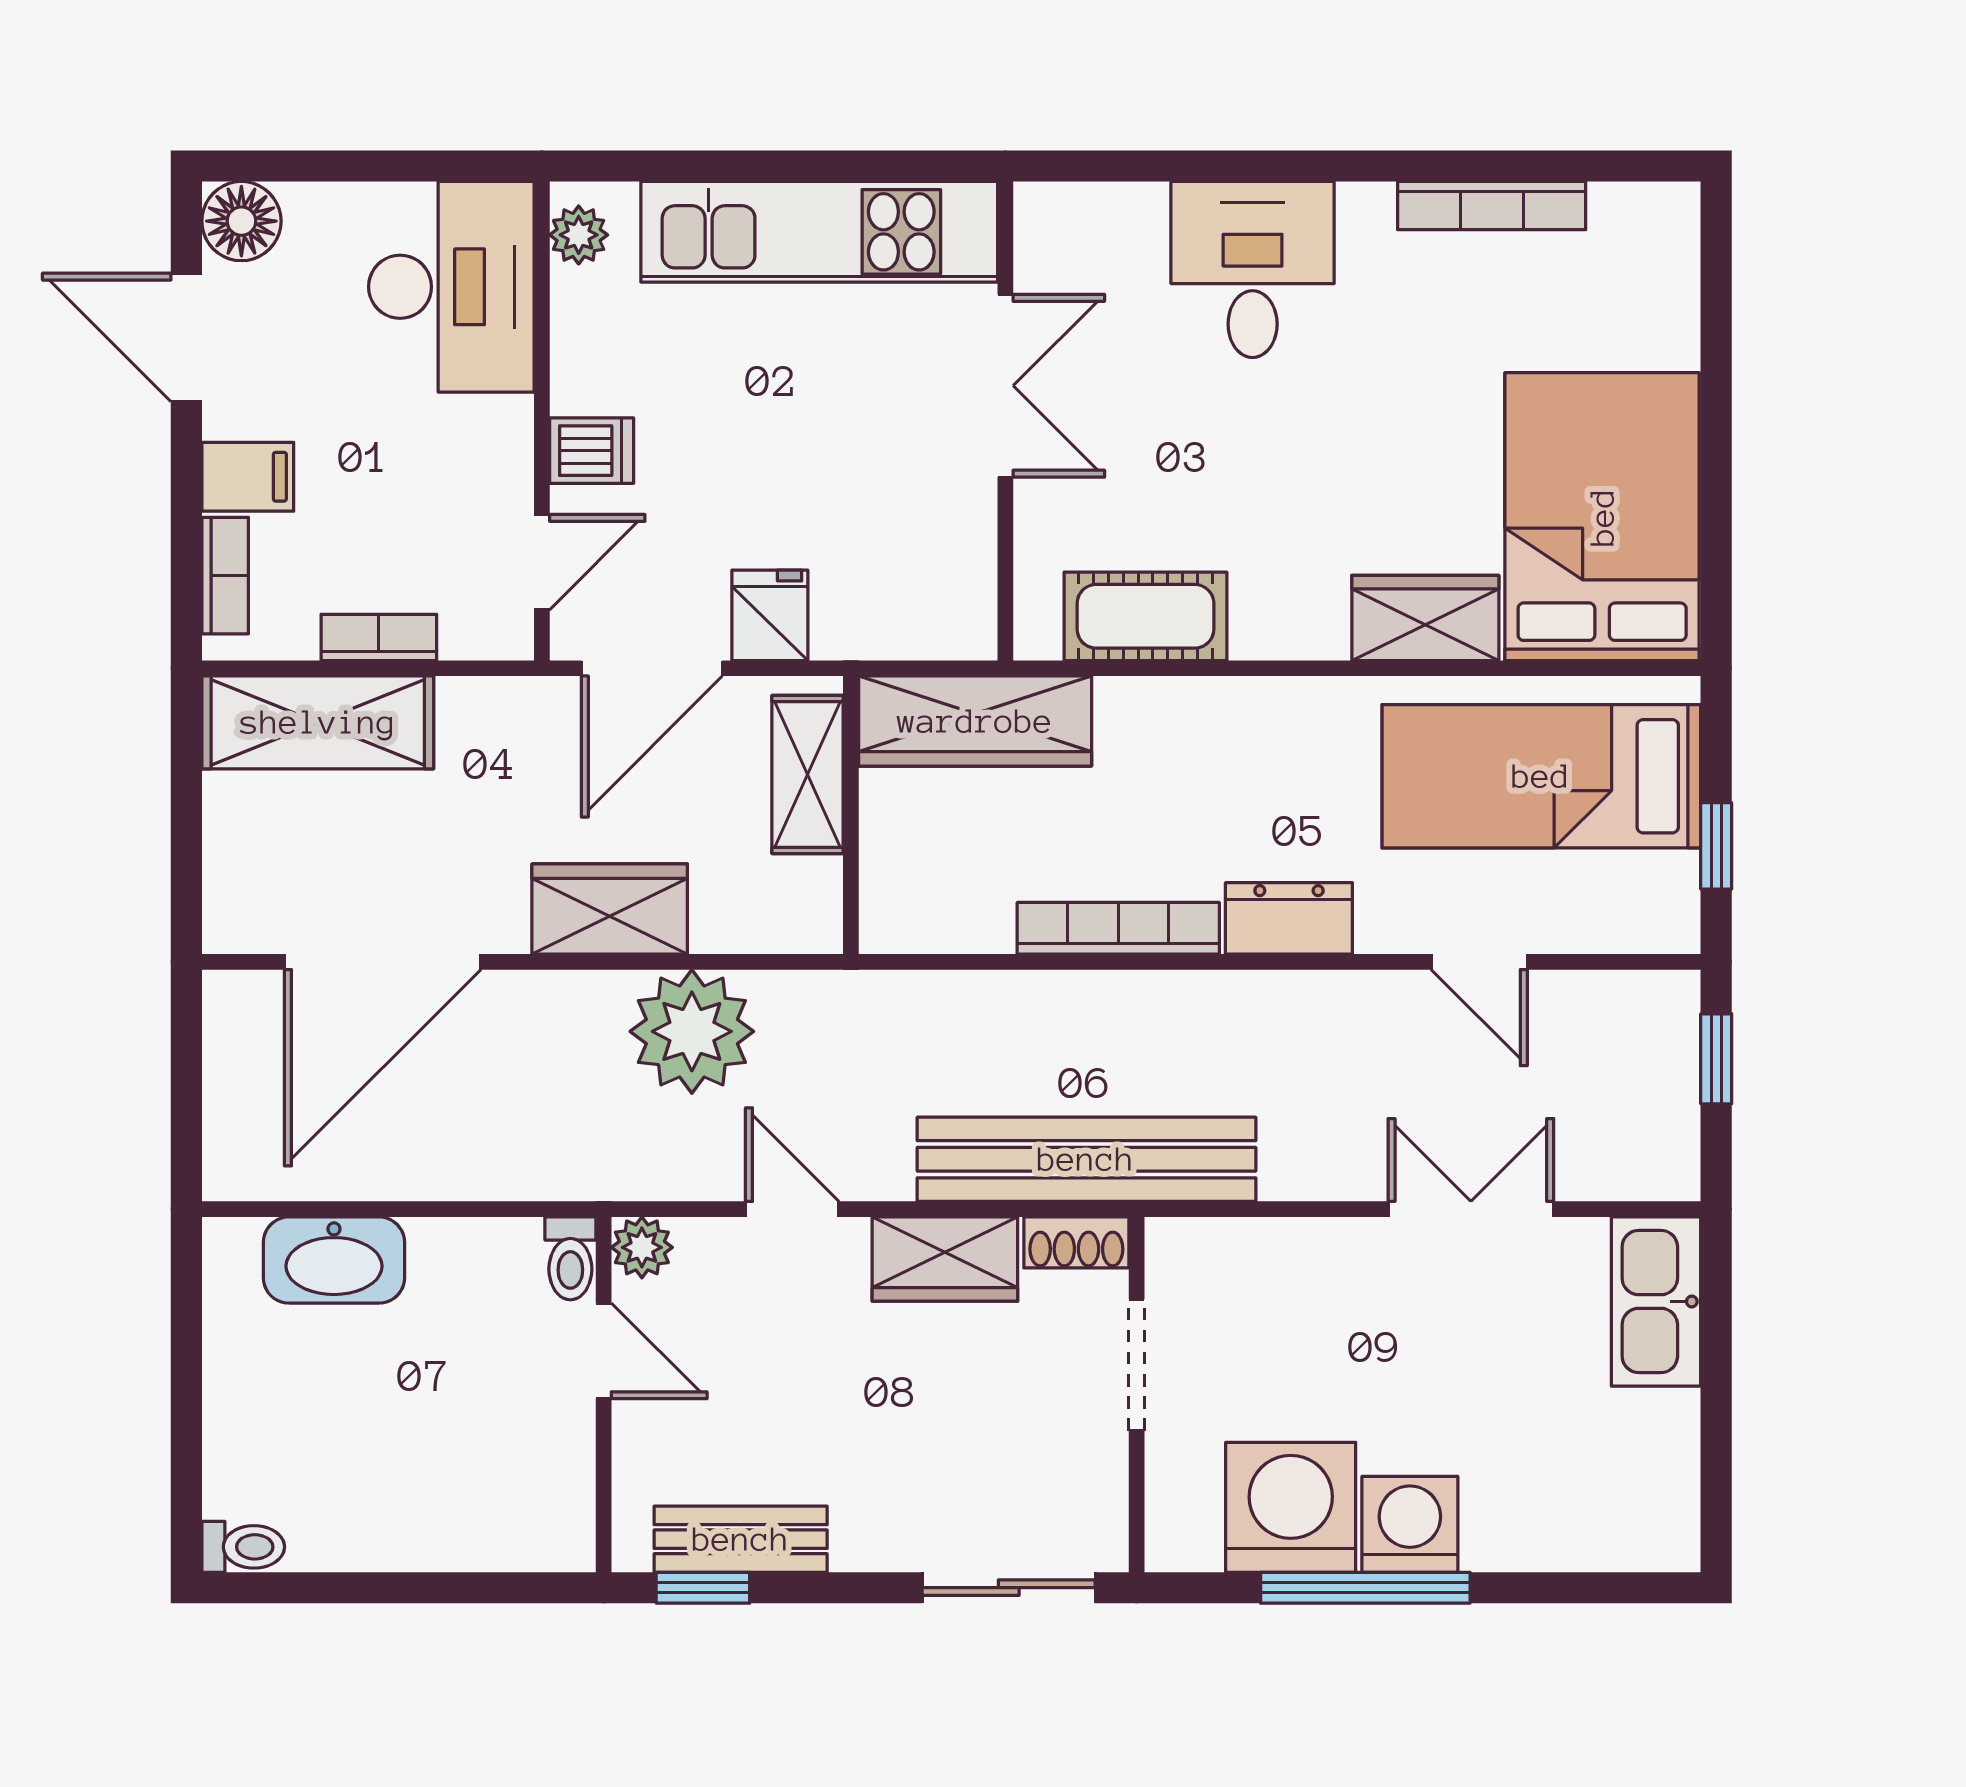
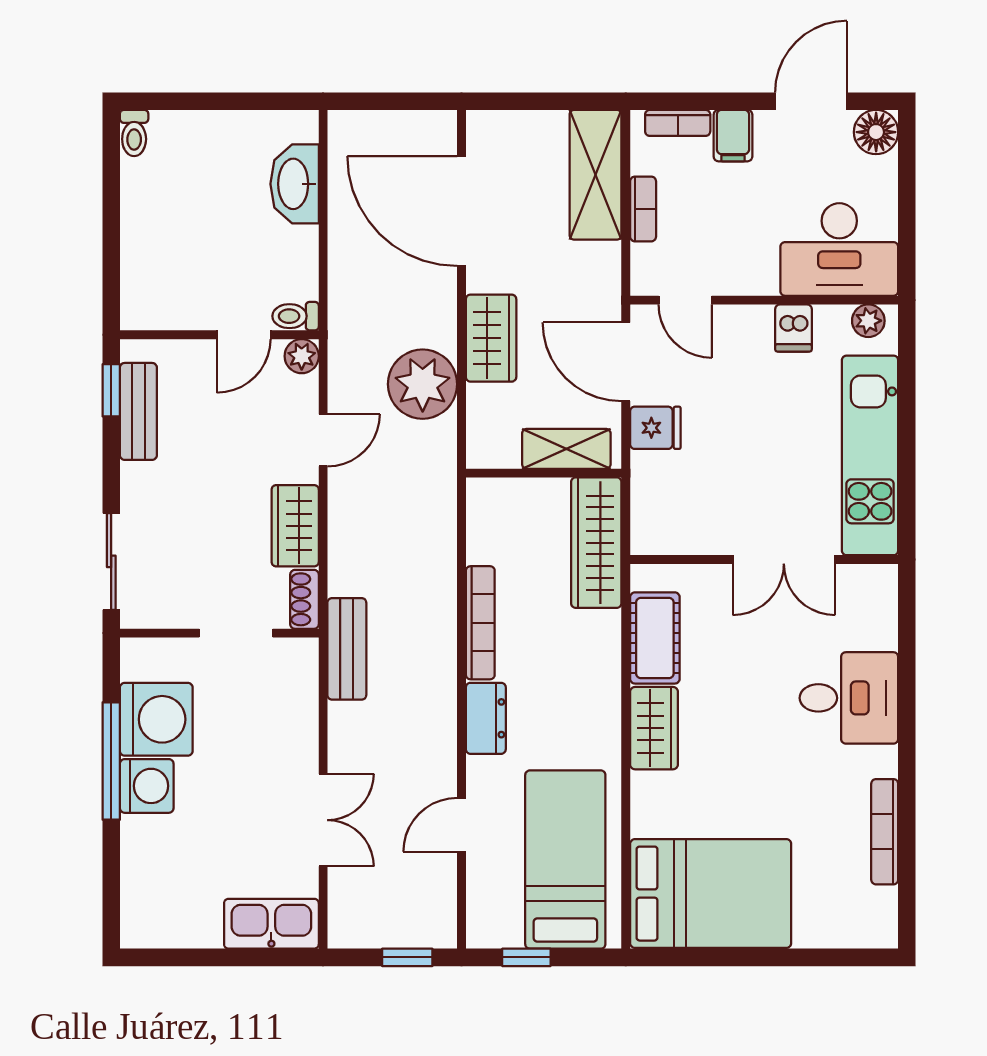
dishwasher: (592, 451) -> (793, 328), moved
wardrobe: (1425, 618) -> (654, 728), moved
bench: (1086, 1159) -> (347, 649), width x0.54, depth x0.82

